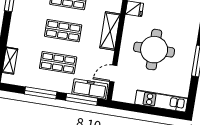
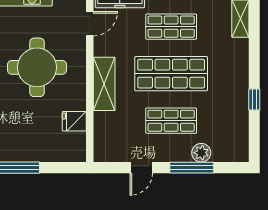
shop shelf: (63, 31) -> (171, 74), width x1.43, depth x1.36

